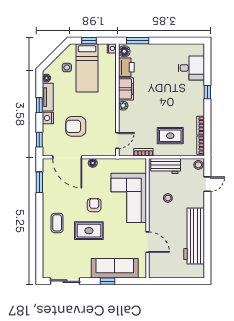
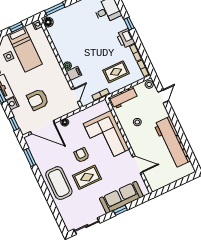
printer: (126, 67) -> (126, 38), moved, turned 180
filing cabinet: (126, 89) -> (74, 73), moved, width x0.50
coffee table: (57, 223) -> (59, 183), width x1.86, depth x1.72

